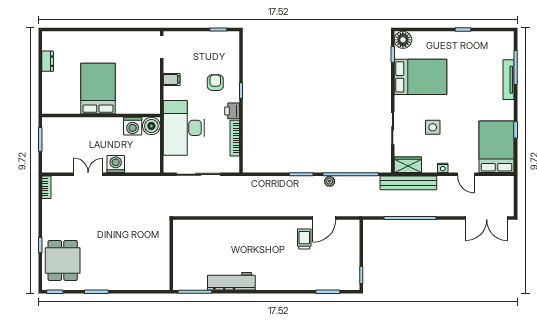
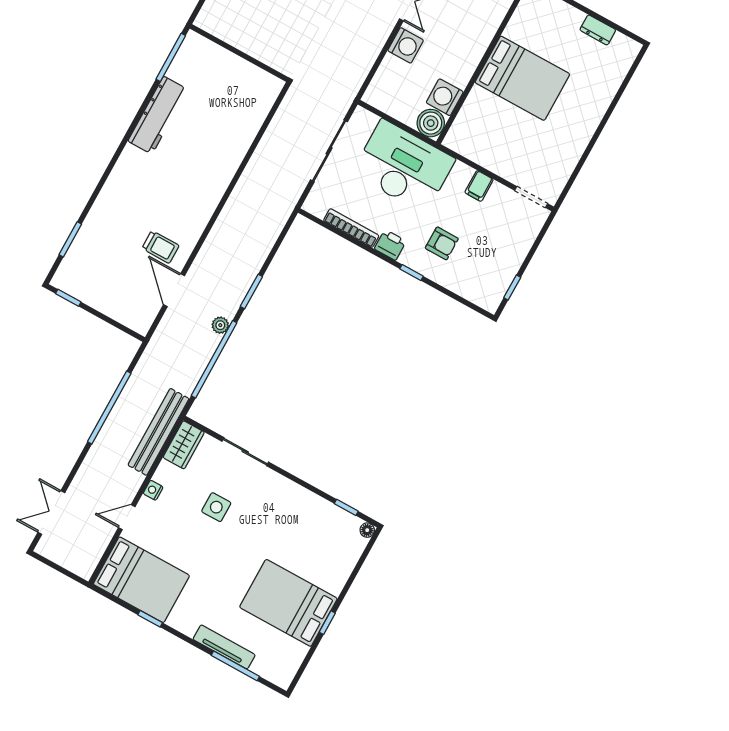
floor lamp: (403, 40) -> (367, 530), width x0.53, depth x0.53
bed: (421, 77) -> (288, 603), moved, turned 90
double door: (487, 218) -> (51, 512), width x0.73

